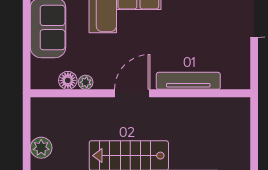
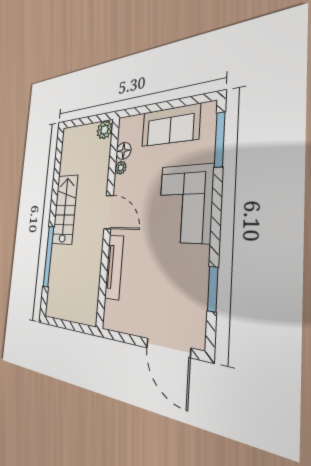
plant: (41, 148) -> (105, 130), moved

